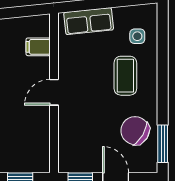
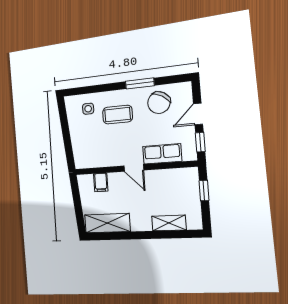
row of seats: (89, 21) -> (162, 154), moved, turned -84
window: (163, 144) -> (140, 83), moved

